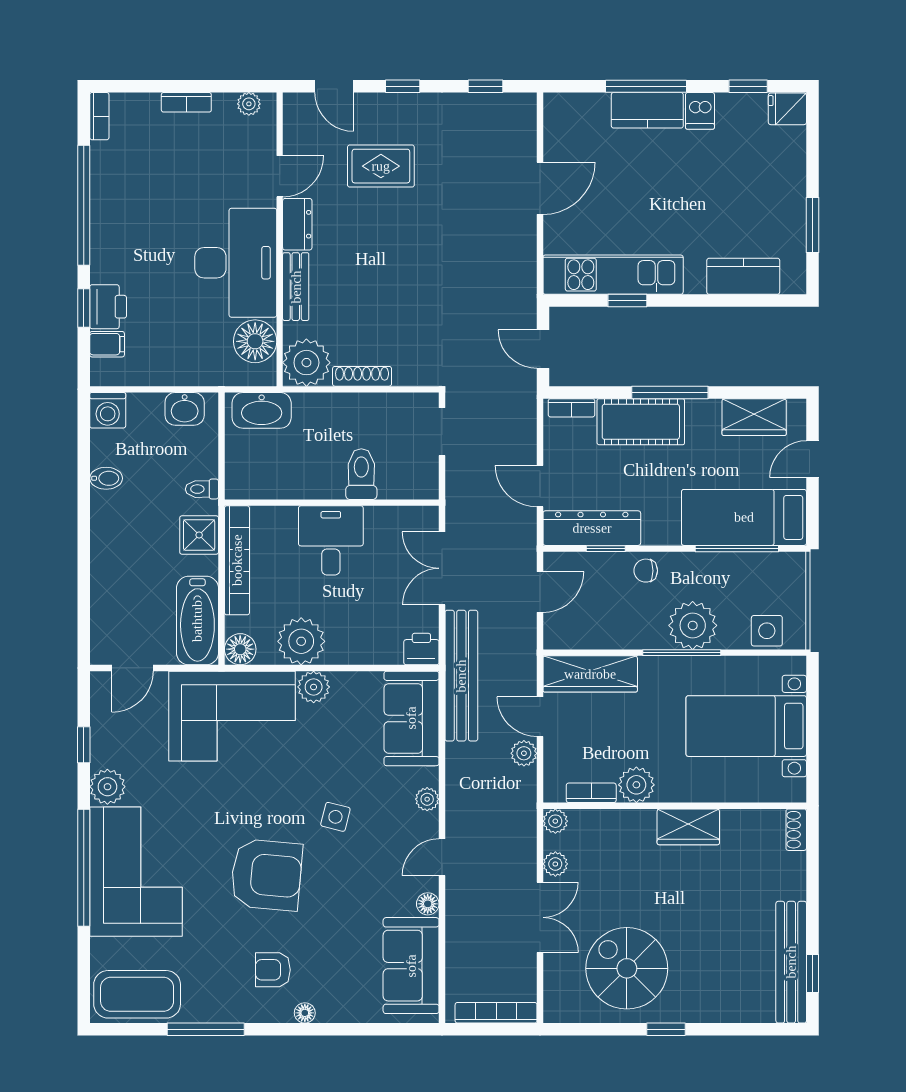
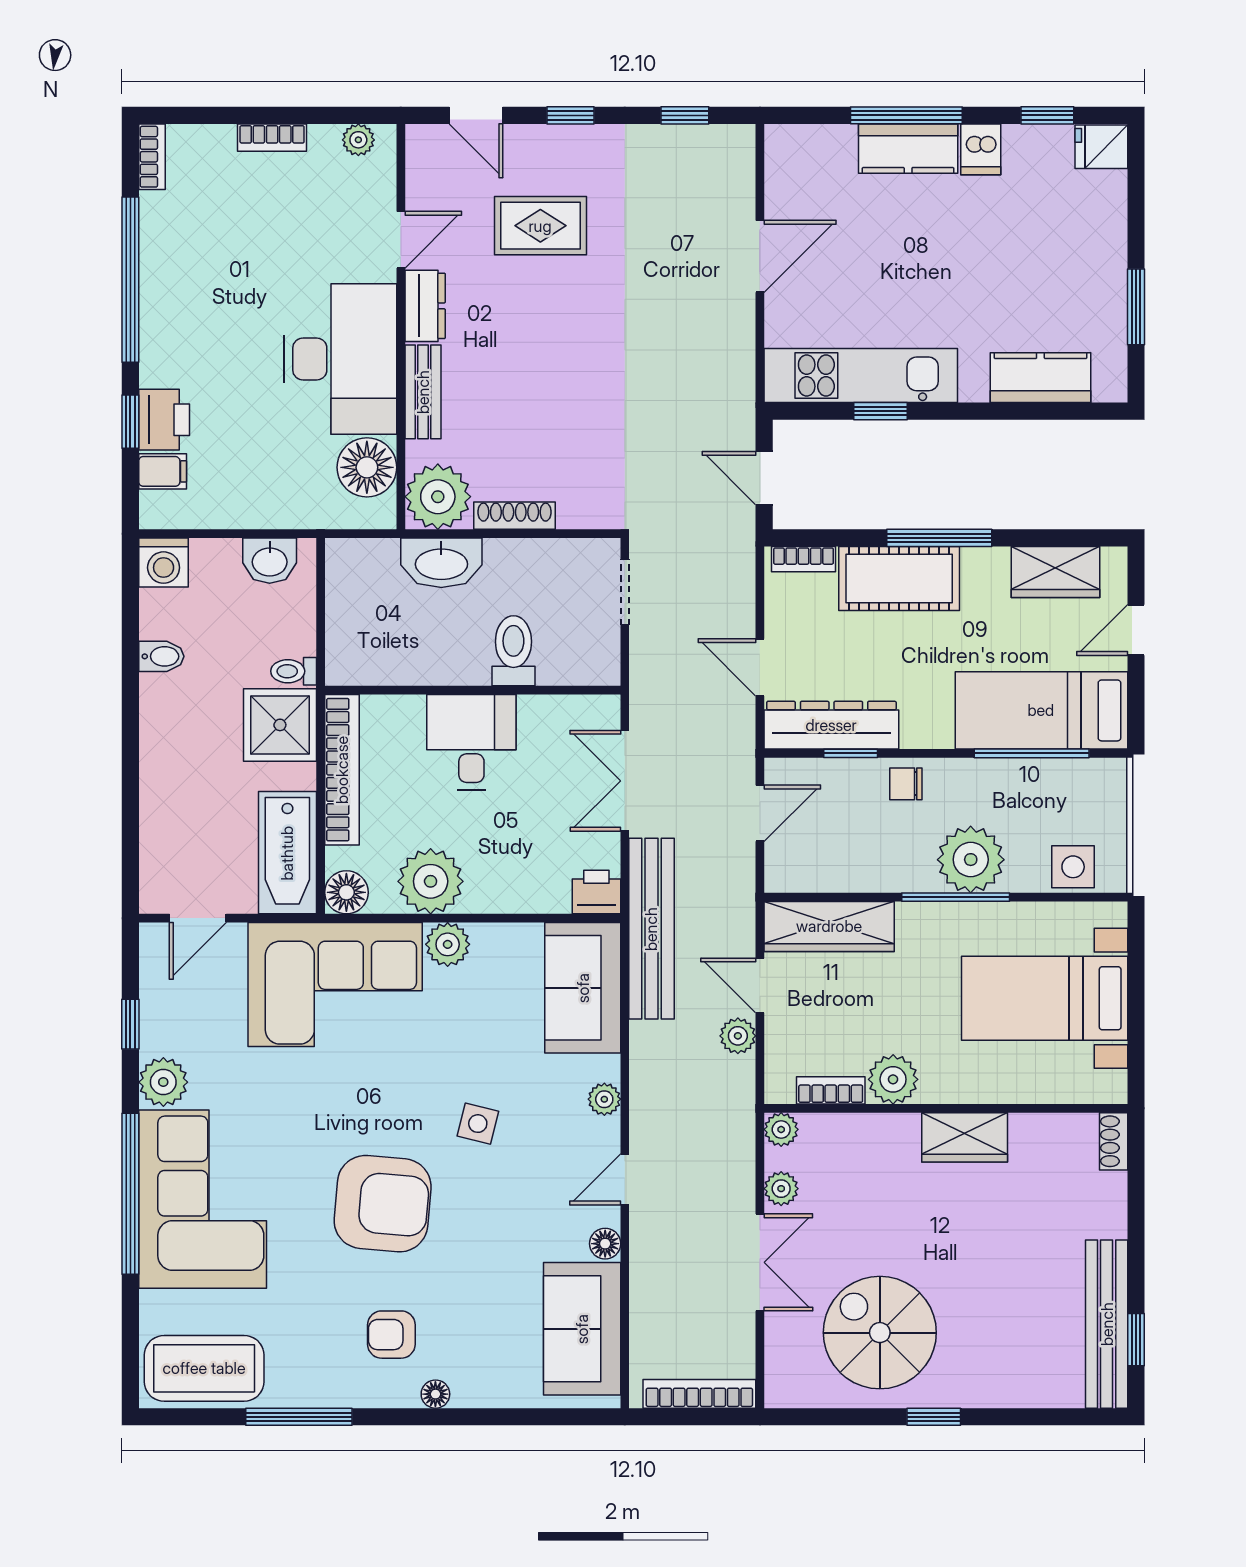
washbasin: (262, 410) -> (441, 563), moved
shower: (199, 535) -> (280, 725), width x1.36, depth x1.36

